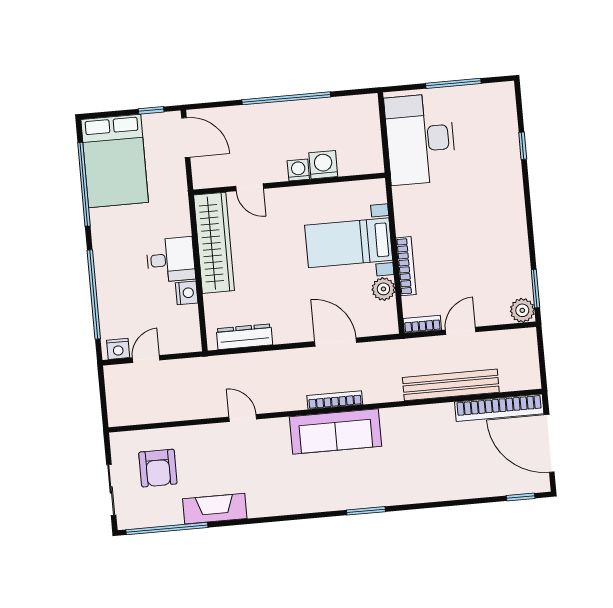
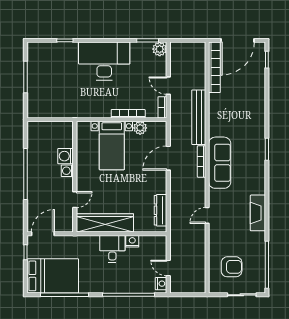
desk: (420, 139) -> (104, 61), moved, turned 180
bench: (451, 385) -> (199, 117), moved
fireplace: (215, 509) -> (258, 213), moved

